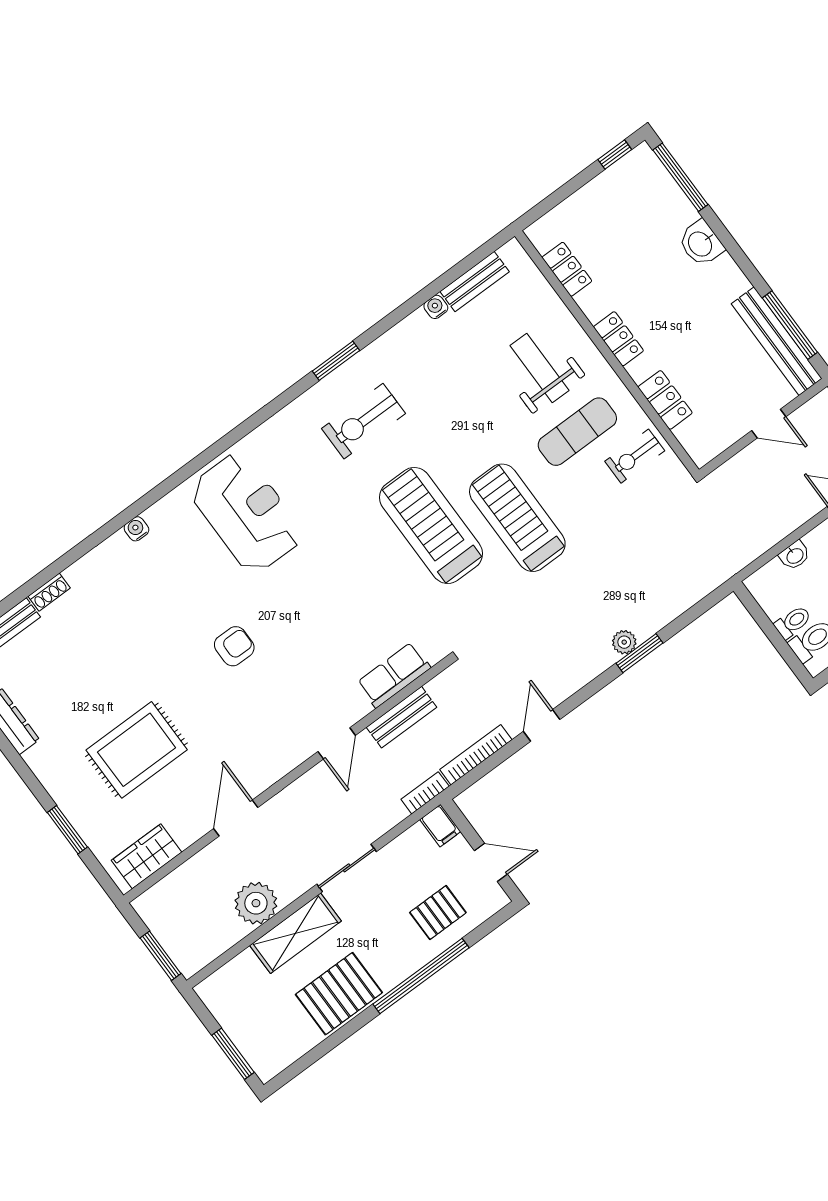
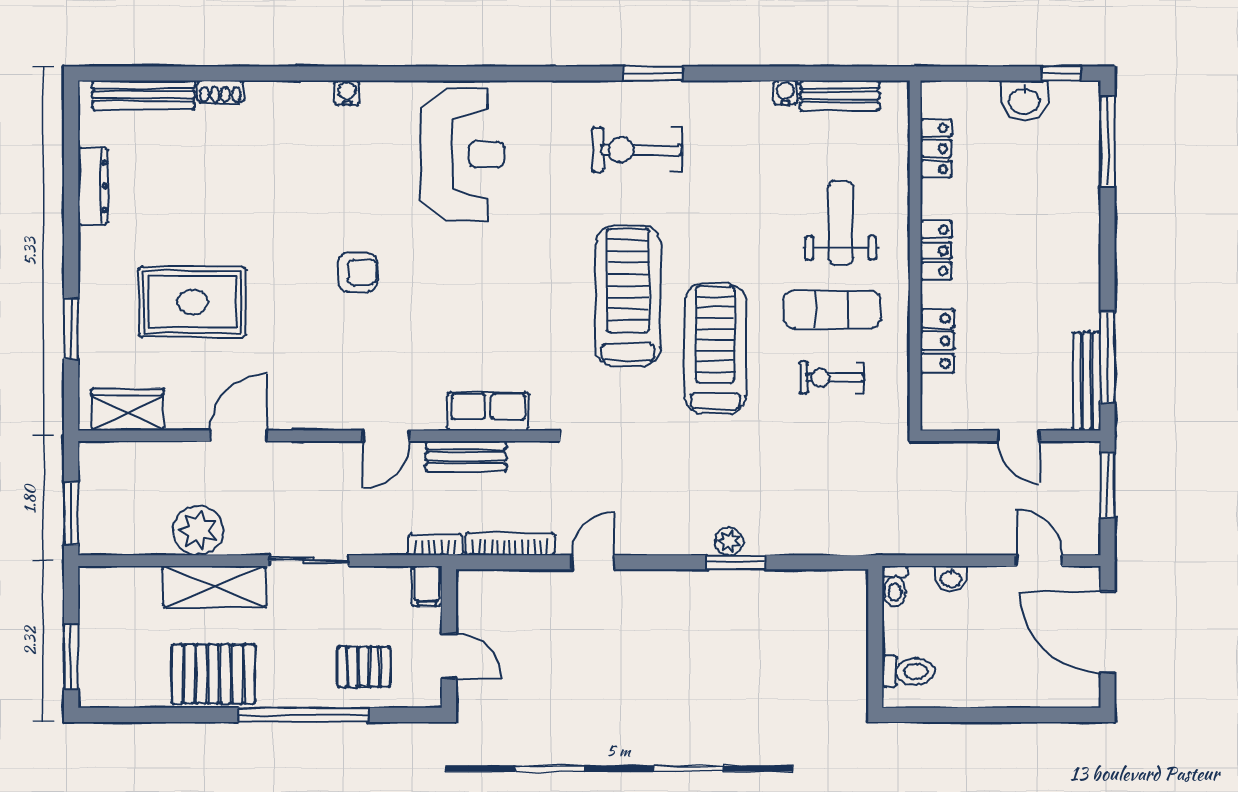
washbasin: (701, 243) -> (1024, 101), moved, turned -90
bench: (777, 341) -> (1087, 381), width x0.73, depth x0.82
exercise bike: (635, 456) -> (832, 378), moved
toilet: (793, 622) -> (895, 586), moved, turned 90

